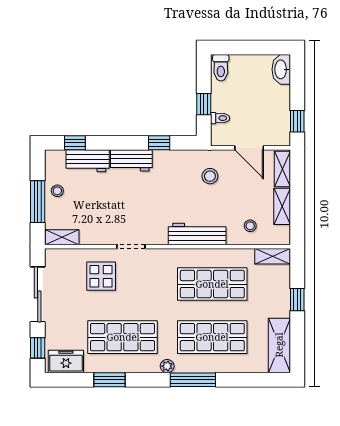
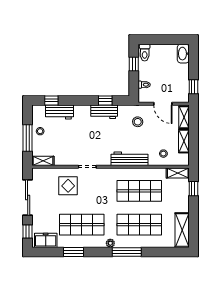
window: (204, 104) -> (134, 64), moved
workbench: (131, 160) -> (104, 112), moved
window: (297, 300) -> (193, 189), moved

